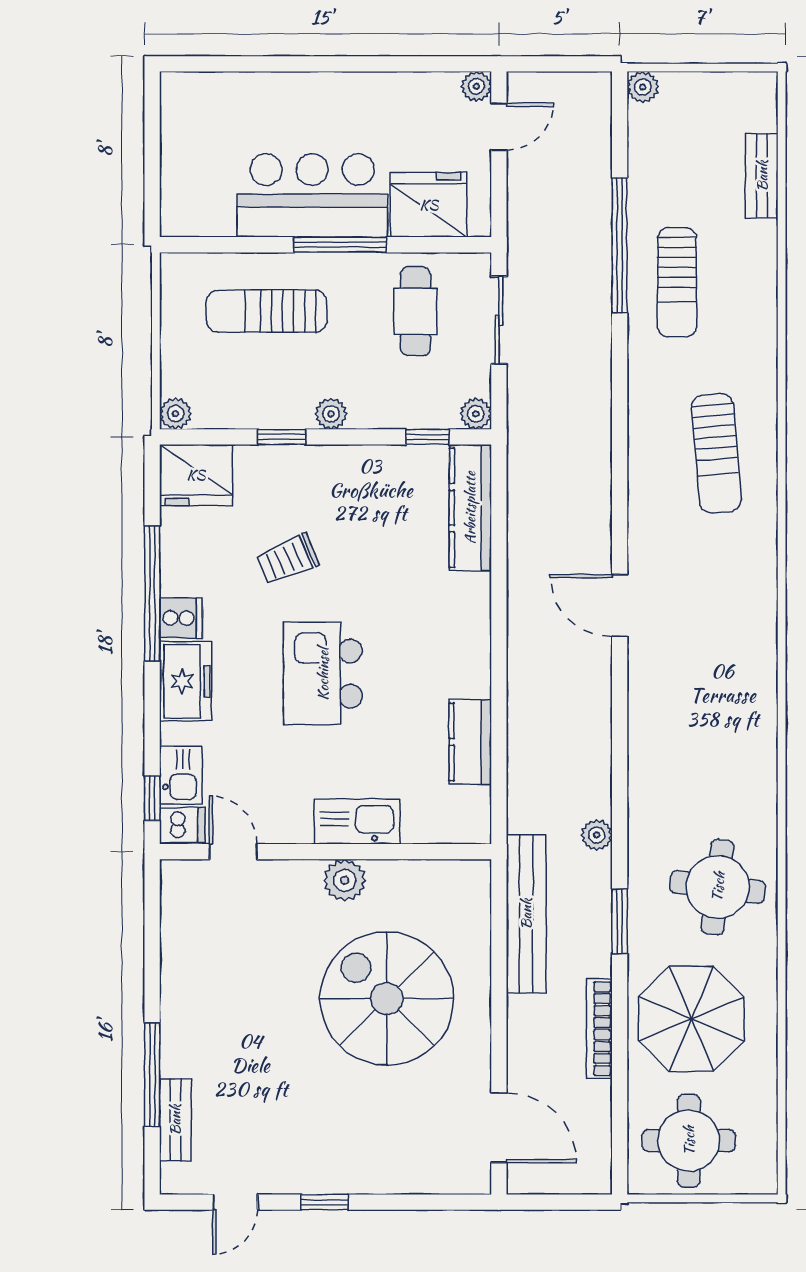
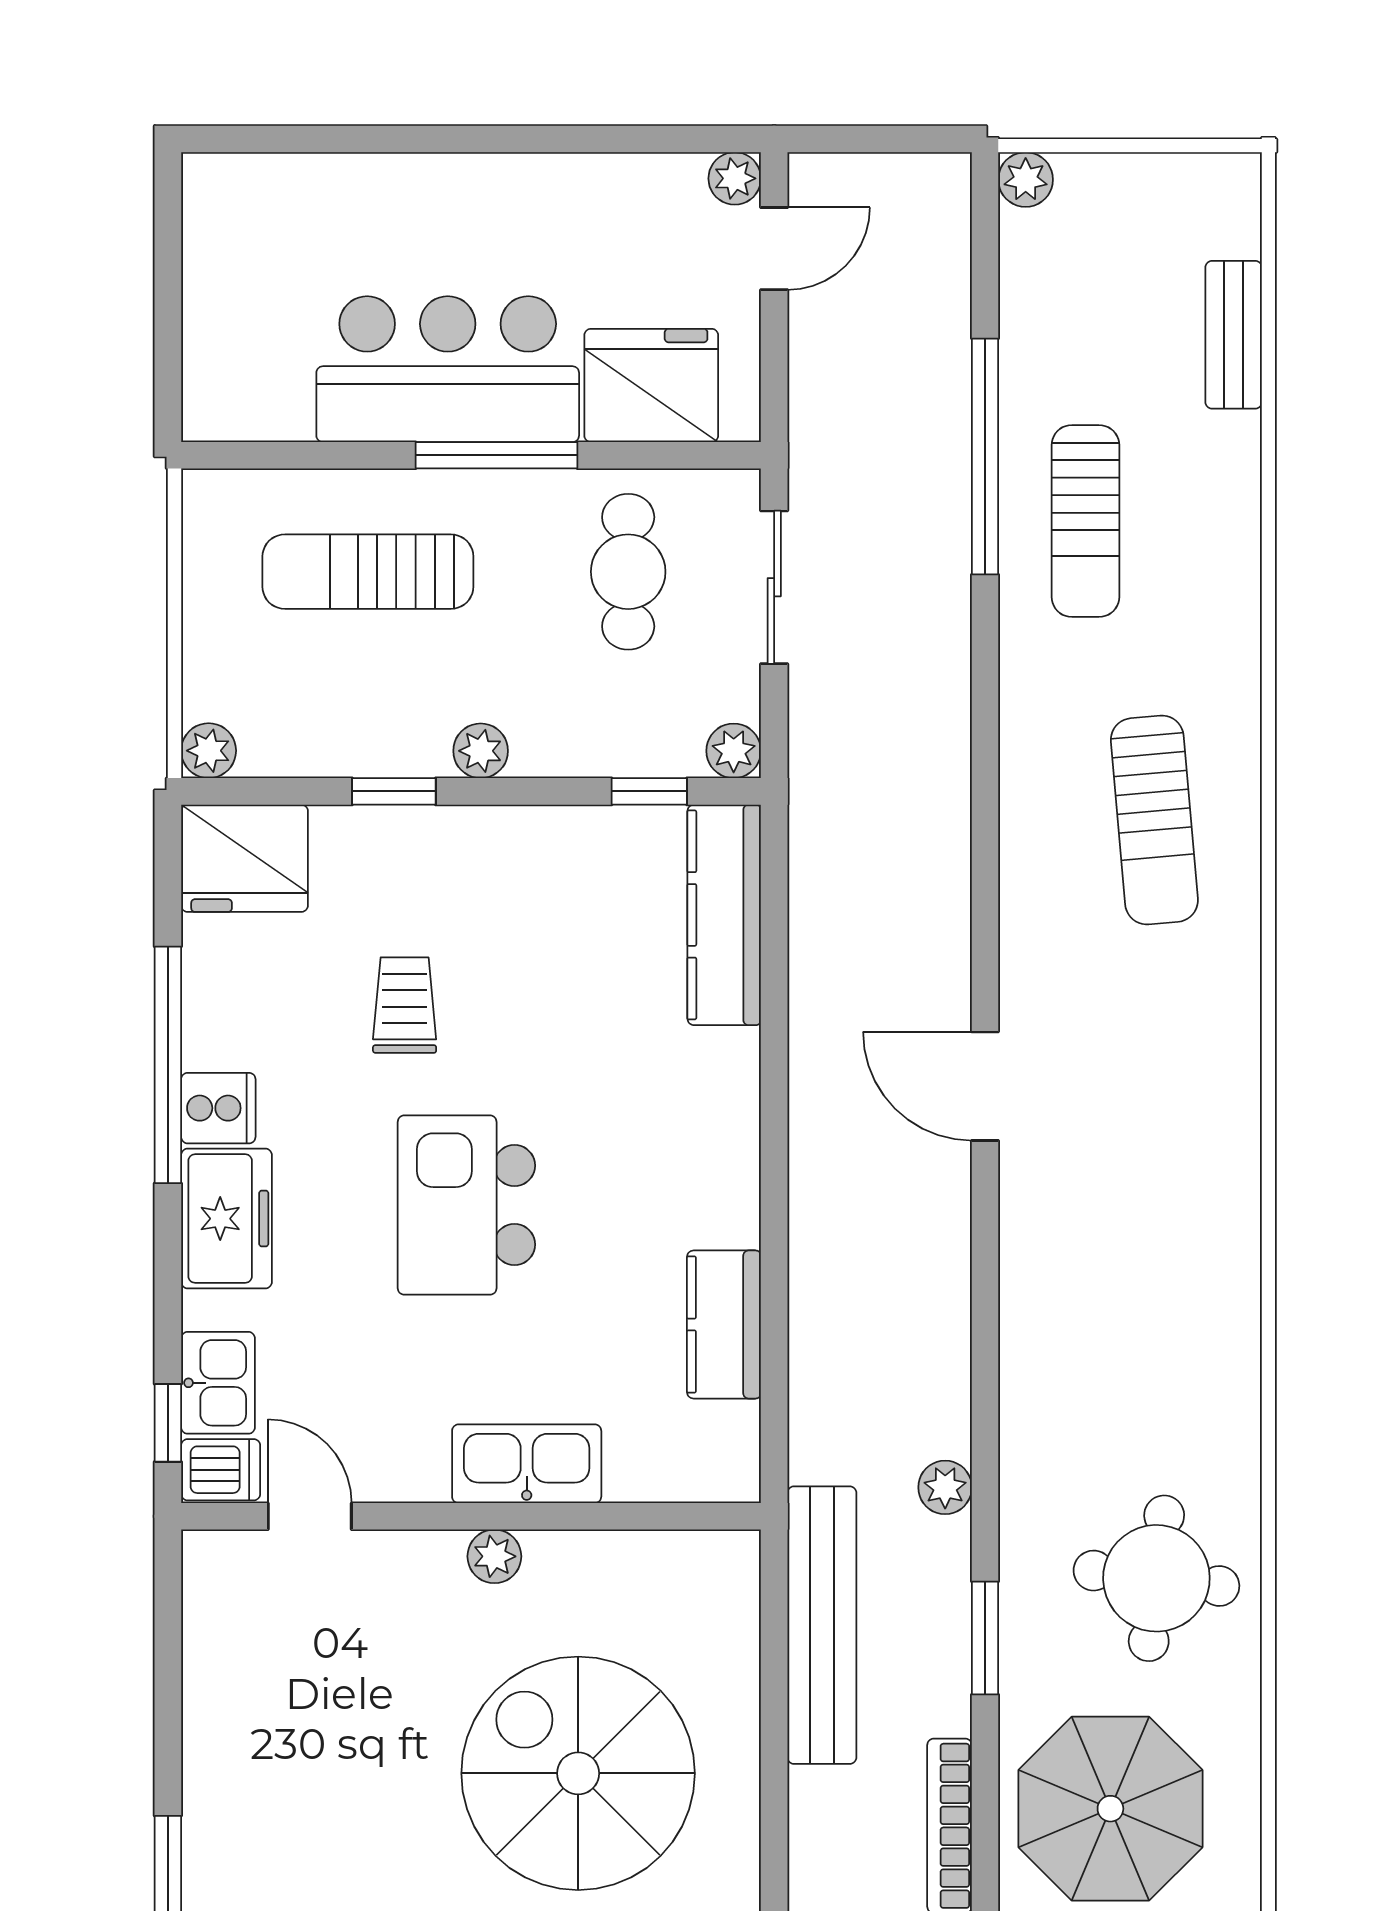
trolley: (288, 559) -> (405, 1005), turned 113
plant: (345, 880) -> (494, 1556), width x0.73, depth x0.73

